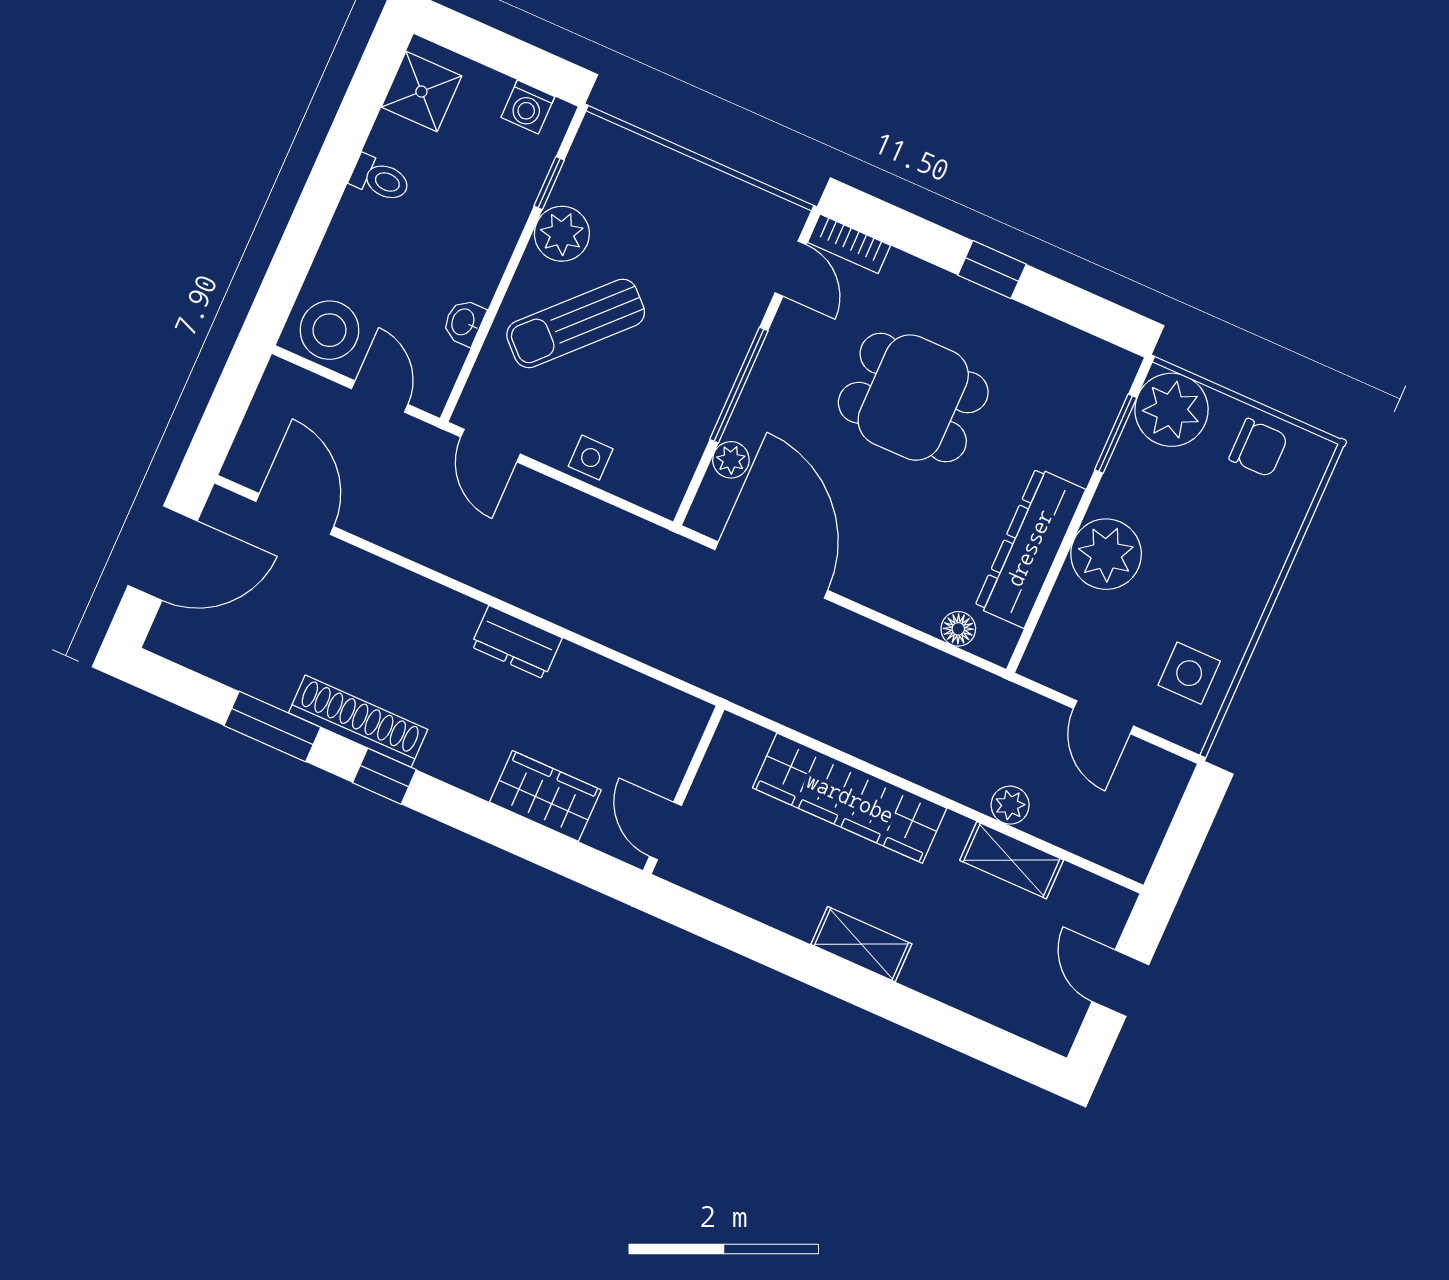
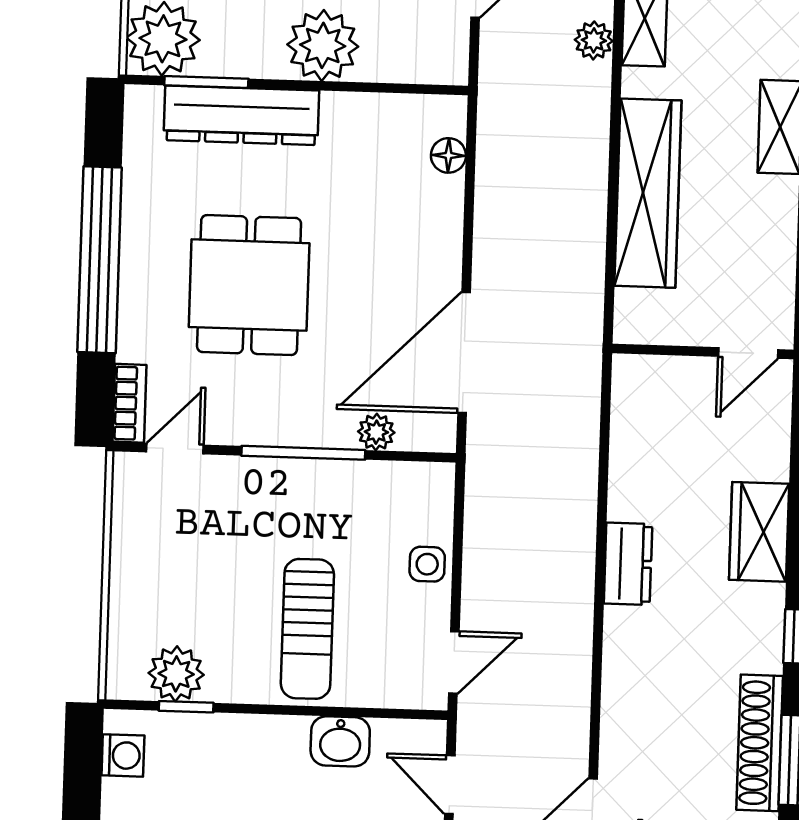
plant: (562, 234) -> (176, 674), moved
window: (992, 270) -> (100, 260), width x3.17
washbasin: (464, 322) -> (340, 741), width x1.38, depth x1.45
sun lounger: (576, 323) -> (307, 629), turned 46
door: (380, 396) -> (450, 785), hinge flipped
dresser: (1030, 548) -> (241, 115), moved
shoe rack: (358, 721) -> (760, 743), moved
wardrobe: (545, 796) -> (759, 532), moved

